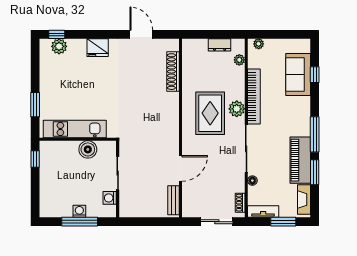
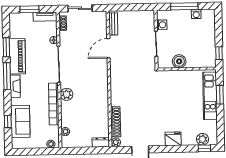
plant: (173, 45) -> (116, 142), added
dresser: (220, 45) -> (101, 142), moved
rug: (210, 113) -> (87, 91), removed
kitchen unit: (75, 129) -> (210, 96), moved, turned 90
fireplace: (304, 199) -> (15, 86), moved
washing machine: (79, 211) -> (196, 14), moved

